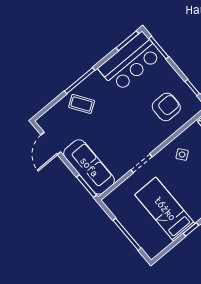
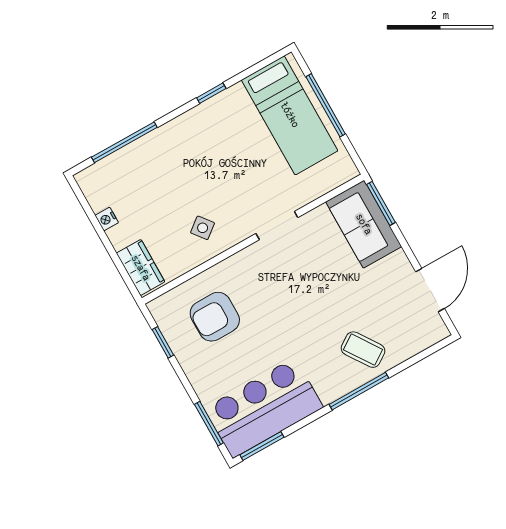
sofa: (89, 167) -> (364, 224), width x0.73
bed: (165, 209) -> (290, 115), moved

